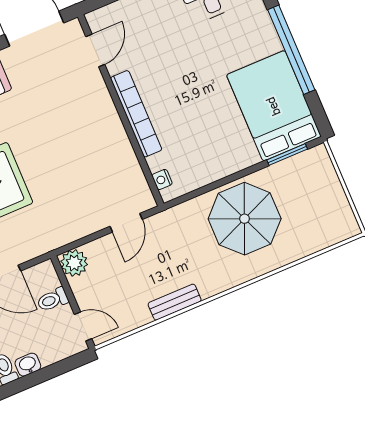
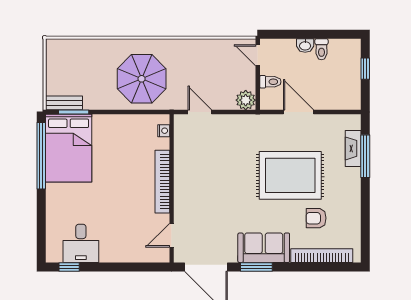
window: (291, 50) -> (41, 156), moved
parasol: (245, 219) -> (142, 79), moved
door: (126, 223) -> (200, 112), hinge flipped
bench: (175, 302) -> (64, 103), moved

